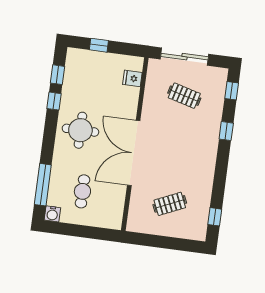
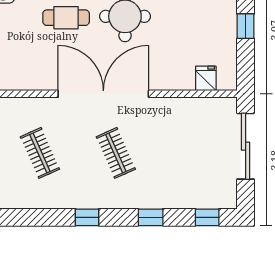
clothes rail: (184, 96) -> (116, 153), moved, turned -39
cafe table: (82, 191) -> (66, 18), moved
window: (215, 217) -> (87, 217), moved

